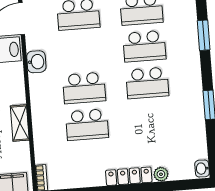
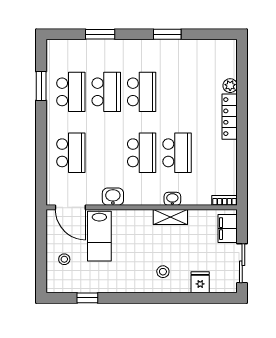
washbasin: (202, 169) -> (172, 199), moved, turned 180

